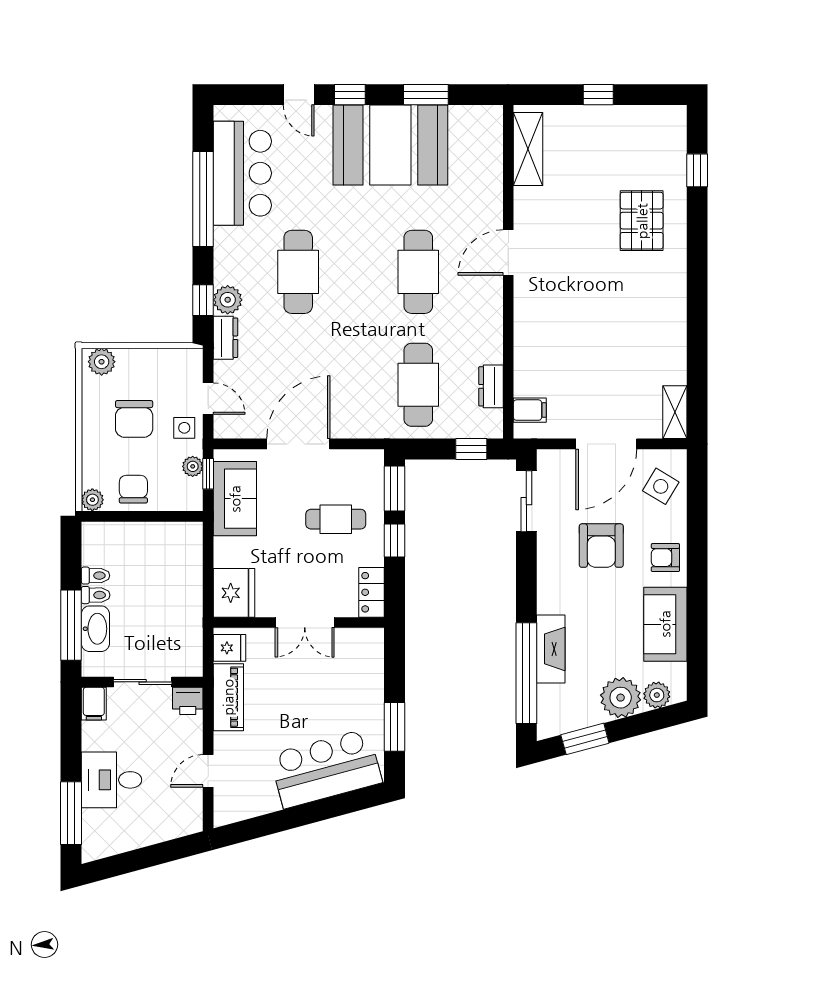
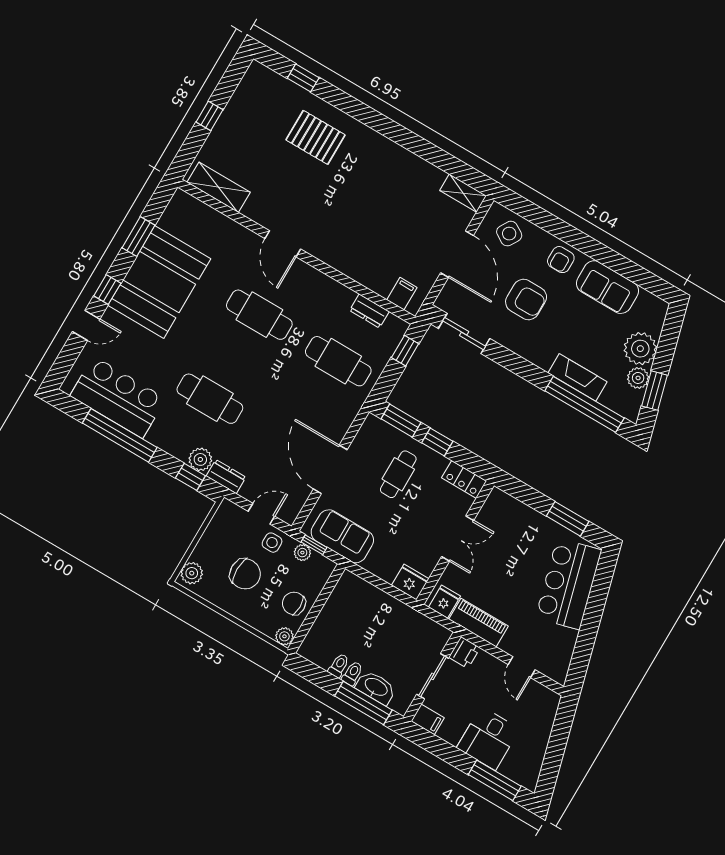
fridge: (234, 593) -> (410, 582), width x0.73, depth x0.75
plant: (657, 695) -> (638, 378), moved

